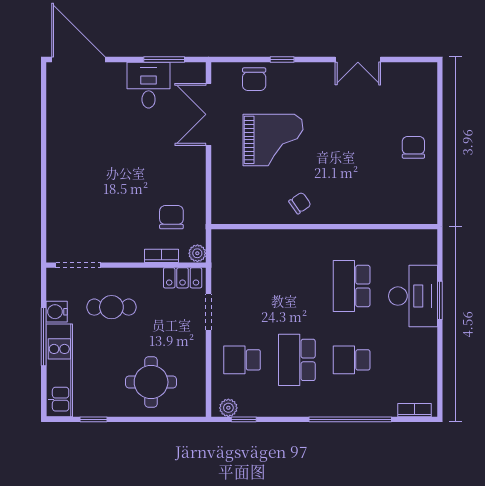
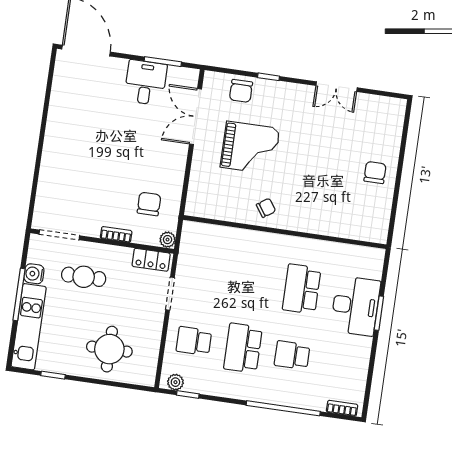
bookcase: (161, 256) -> (116, 235), moved

